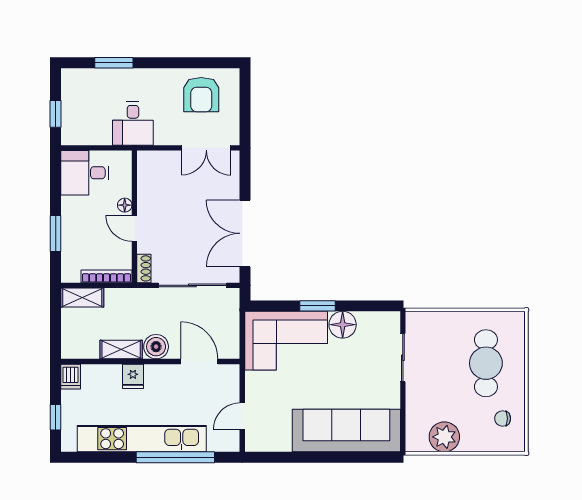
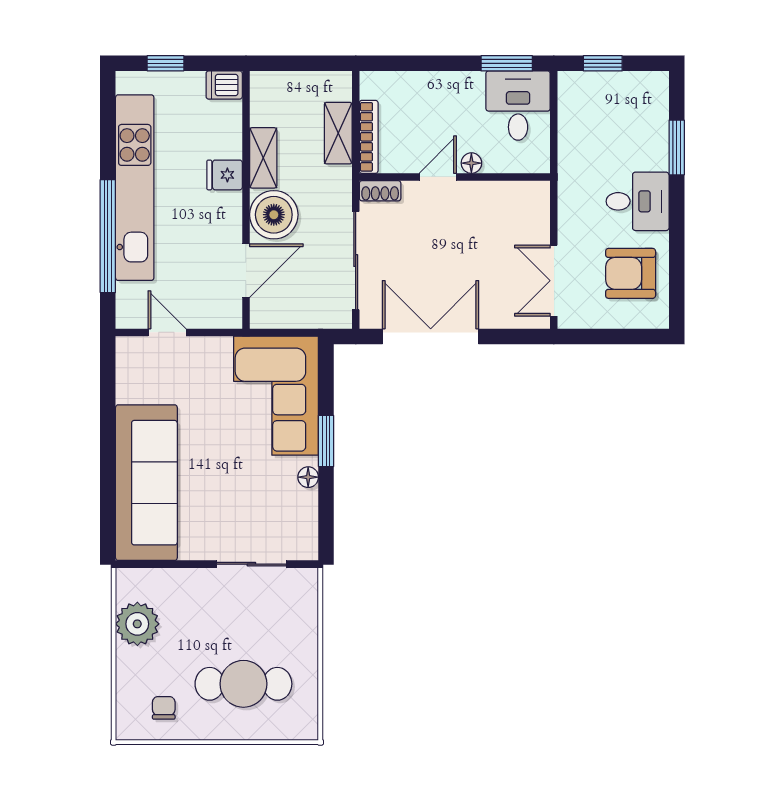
desk: (133, 124) -> (638, 201), moved, turned 180
window: (56, 233) -> (507, 63), moved
shelving: (82, 298) -> (338, 133), moved
floor lamp: (343, 325) -> (308, 477), width x0.53, depth x0.53
boiler: (156, 347) -> (274, 215), width x1.37, depth x1.37

